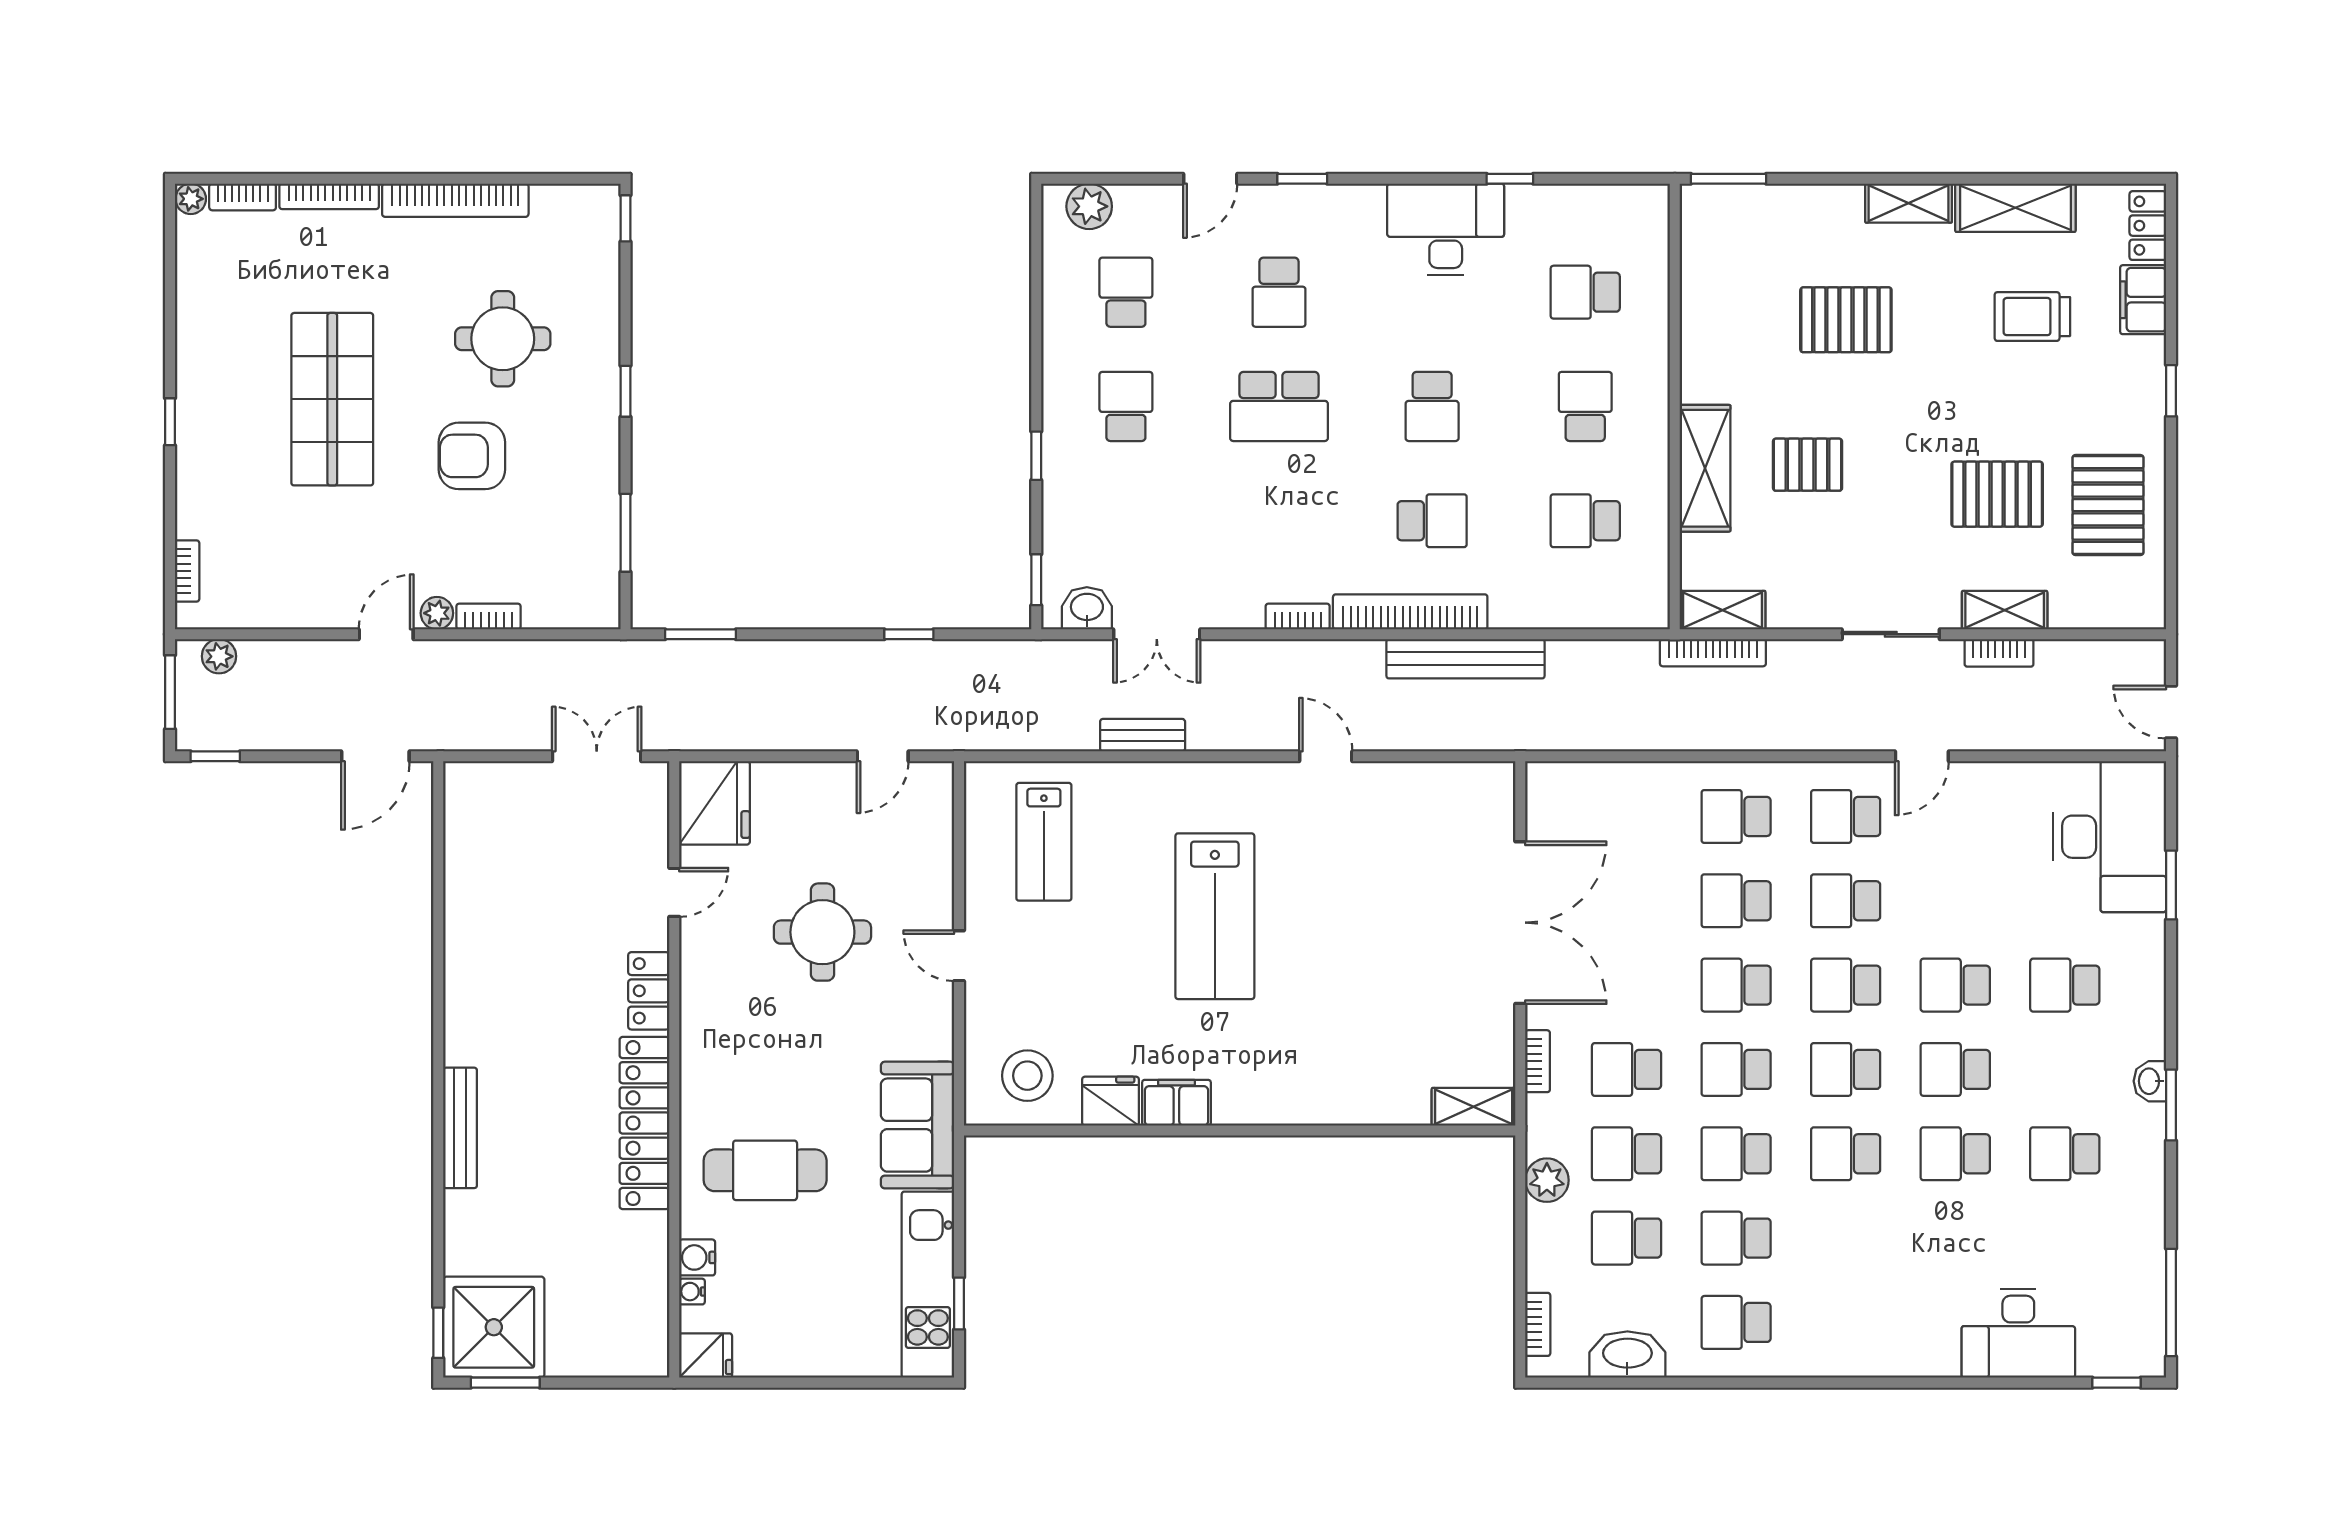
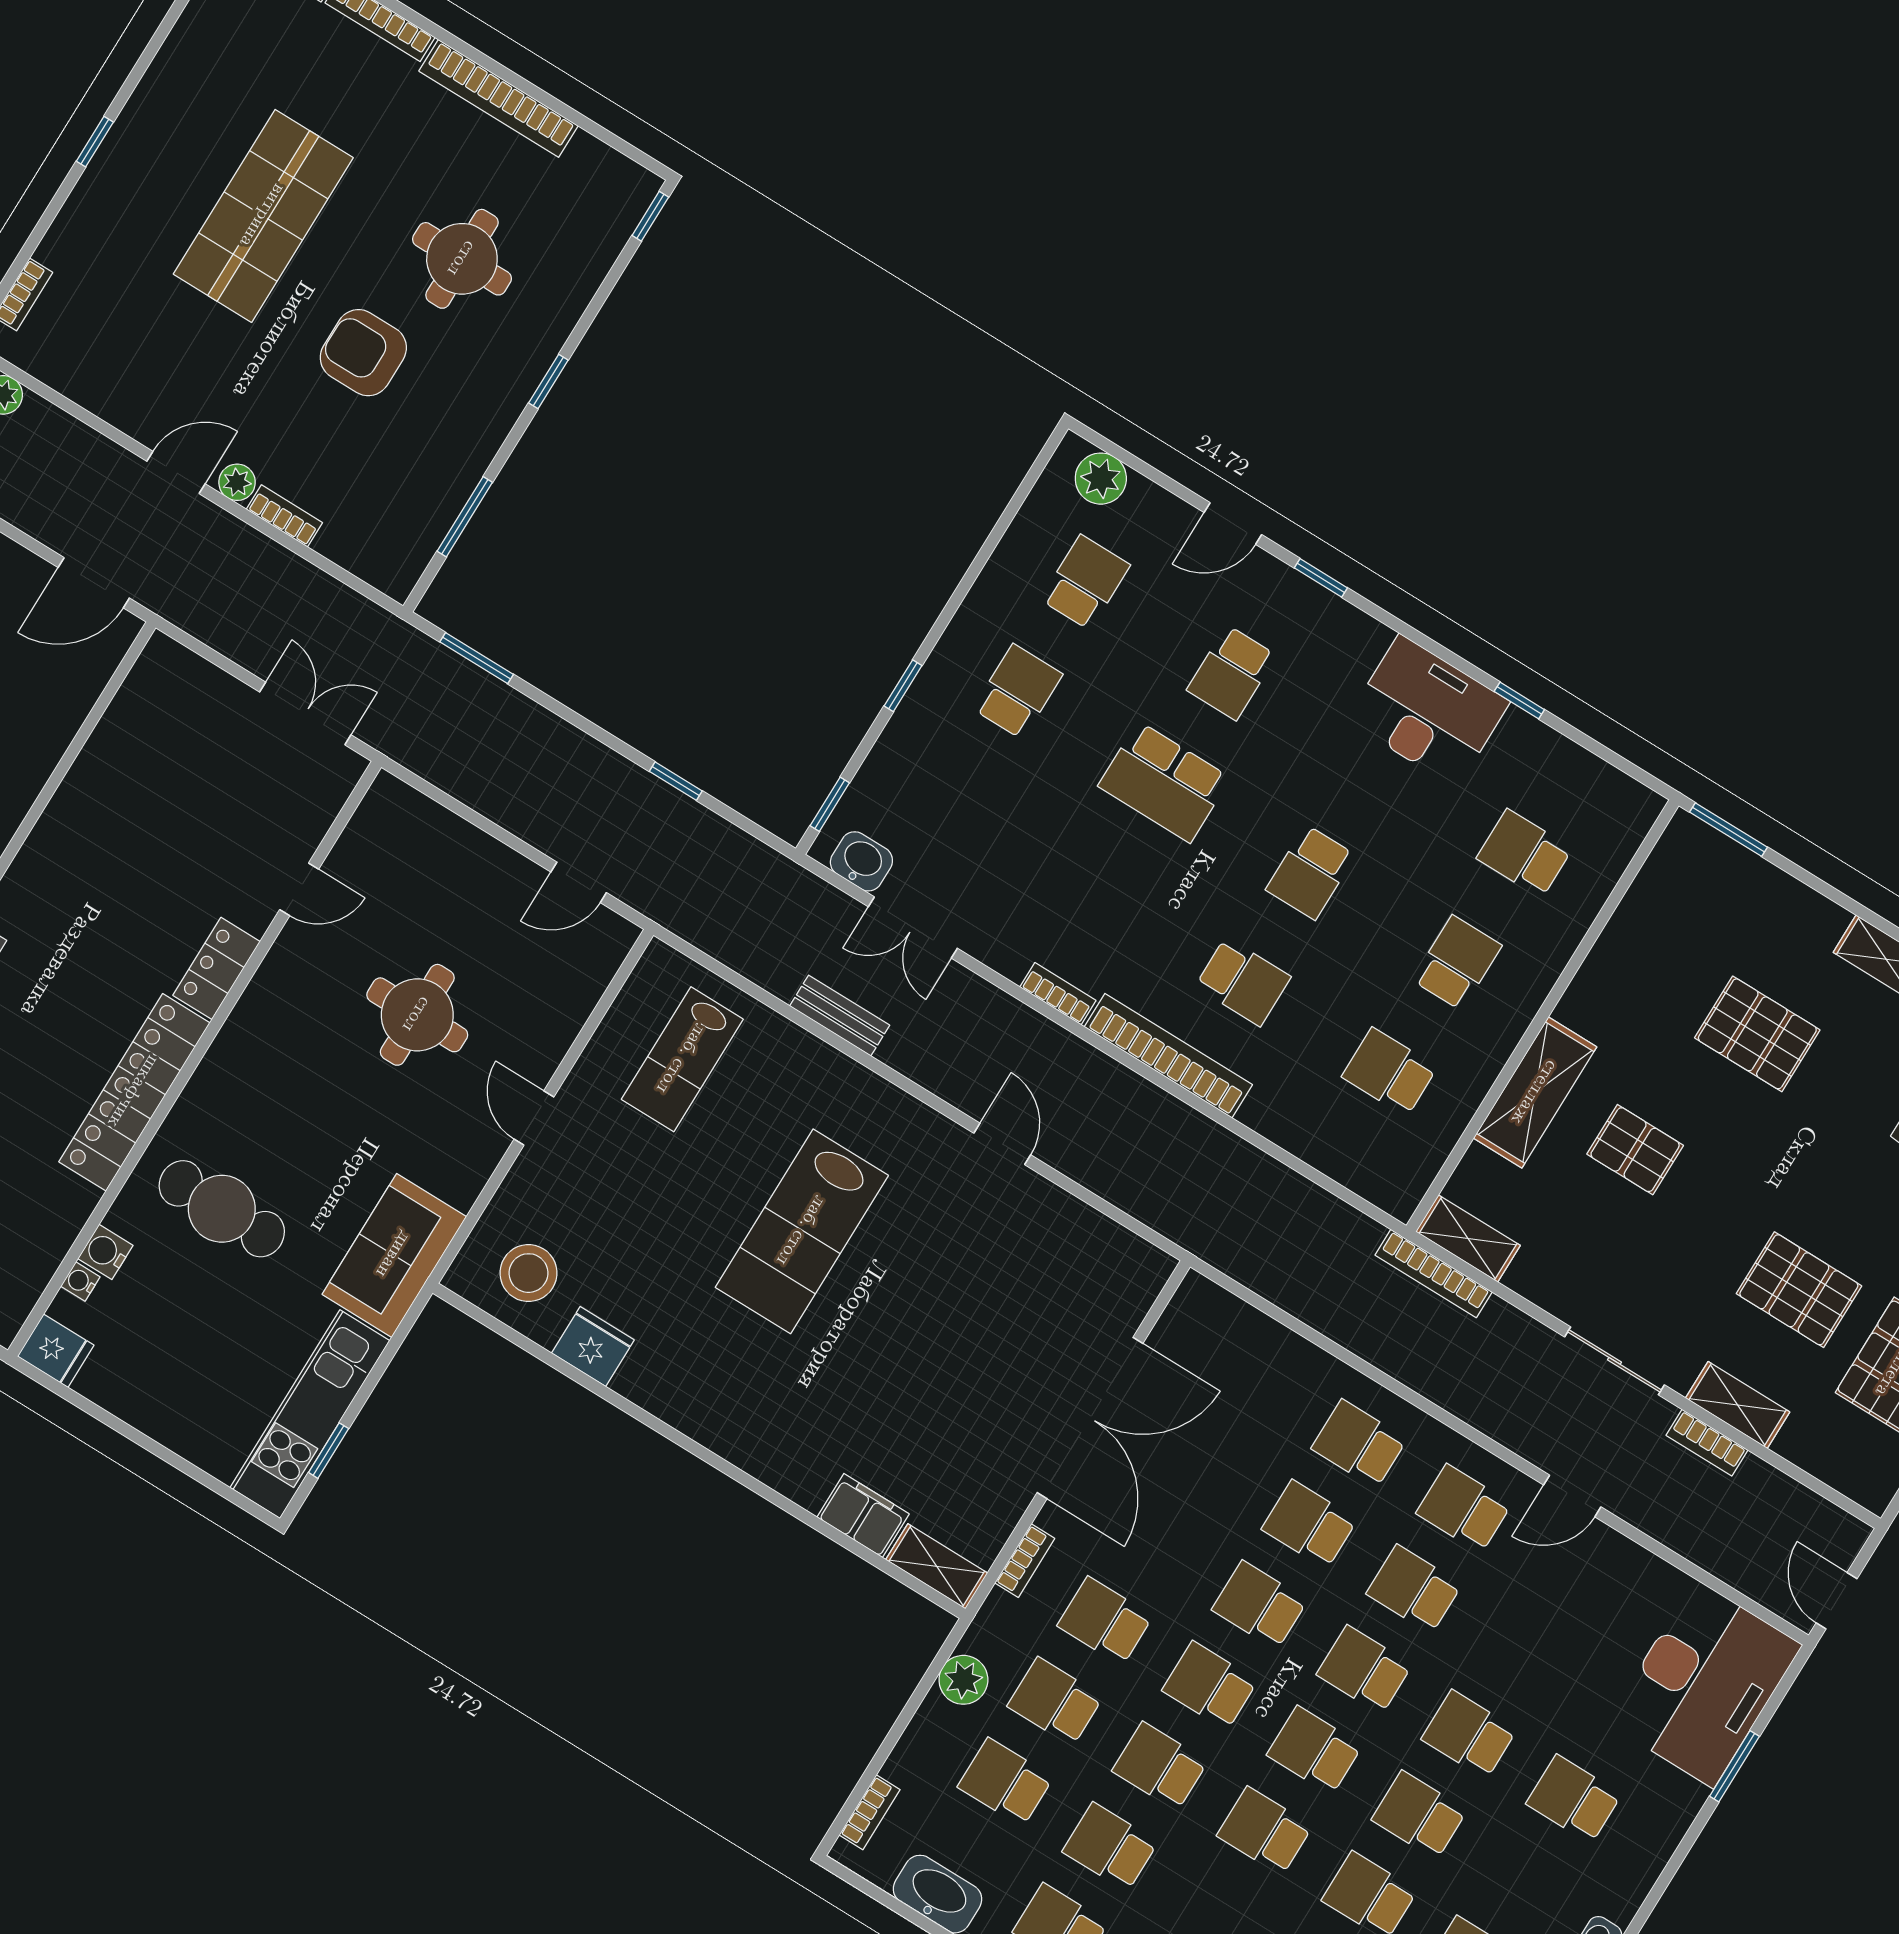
bench: (1465, 659) -> (1193, 1133), removed
fridge: (714, 803) -> (390, 828), removed
filing cabinet: (1176, 1103) -> (863, 1516), moved

